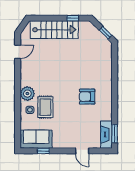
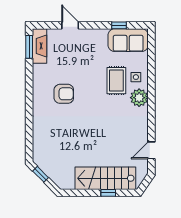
window: (73, 18) -> (108, 193), moved

